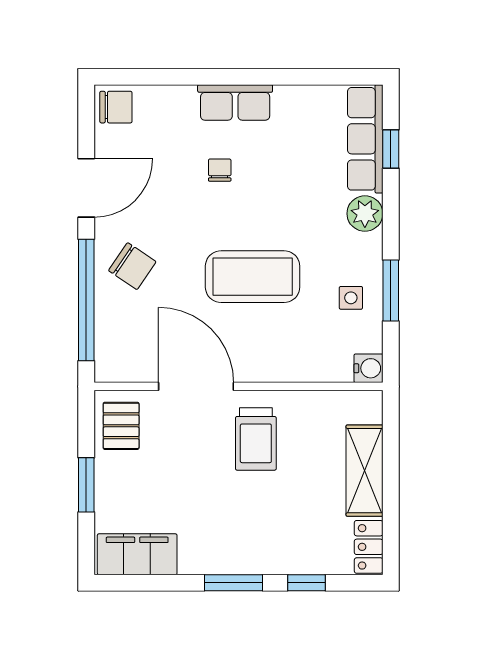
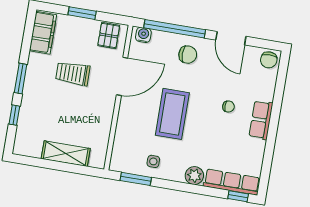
window: (391, 149) -> (238, 196), moved
chair: (132, 266) -> (188, 55), turned -124
window: (391, 290) -> (136, 179), moved
water cooler: (368, 368) -> (143, 35), moved, turned 180
pallet: (121, 426) -> (109, 35), turned 90
trolley: (256, 439) -> (73, 73), moved
locker: (369, 547) -> (27, 149), removed

